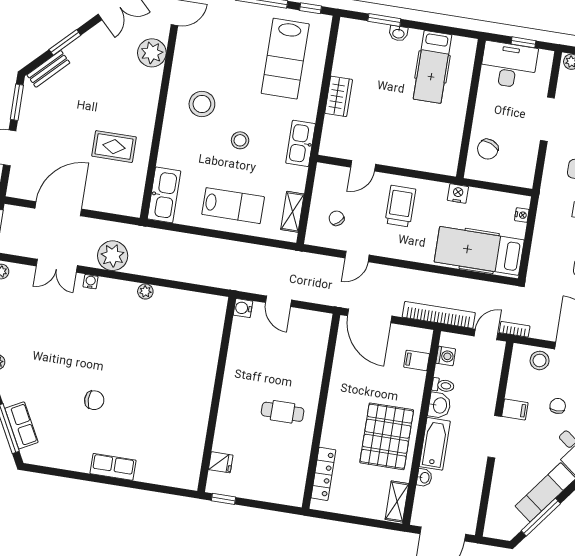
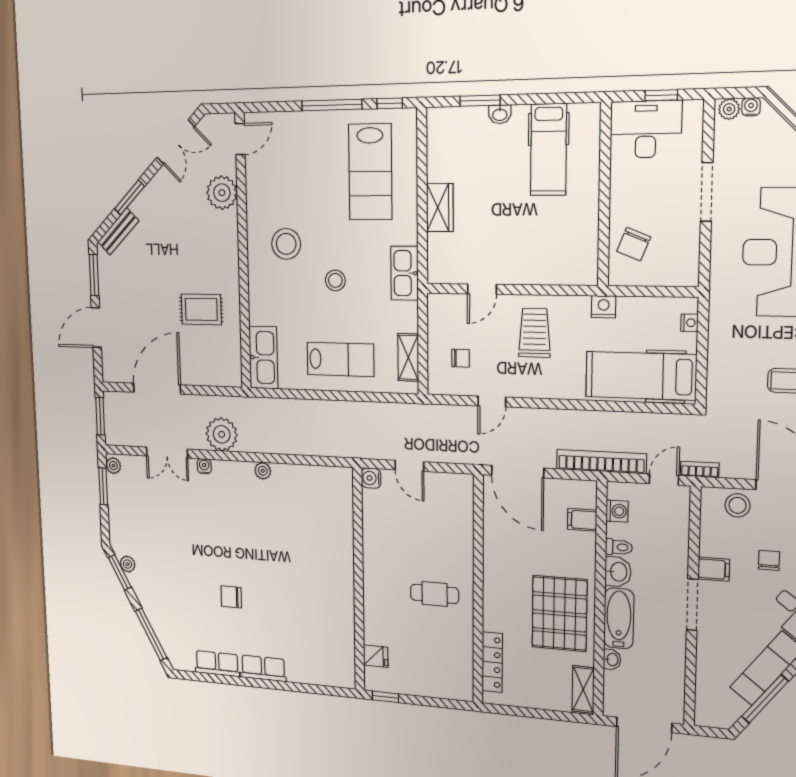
chair: (337, 218) -> (461, 358), turned 132
chair: (94, 400) -> (231, 597), turned 180
row of seats: (21, 425) -> (217, 664), moved, turned -62

